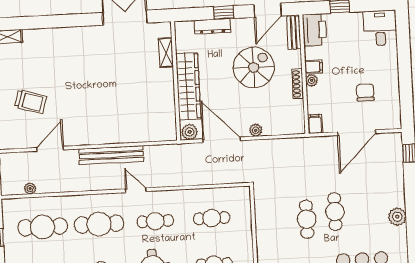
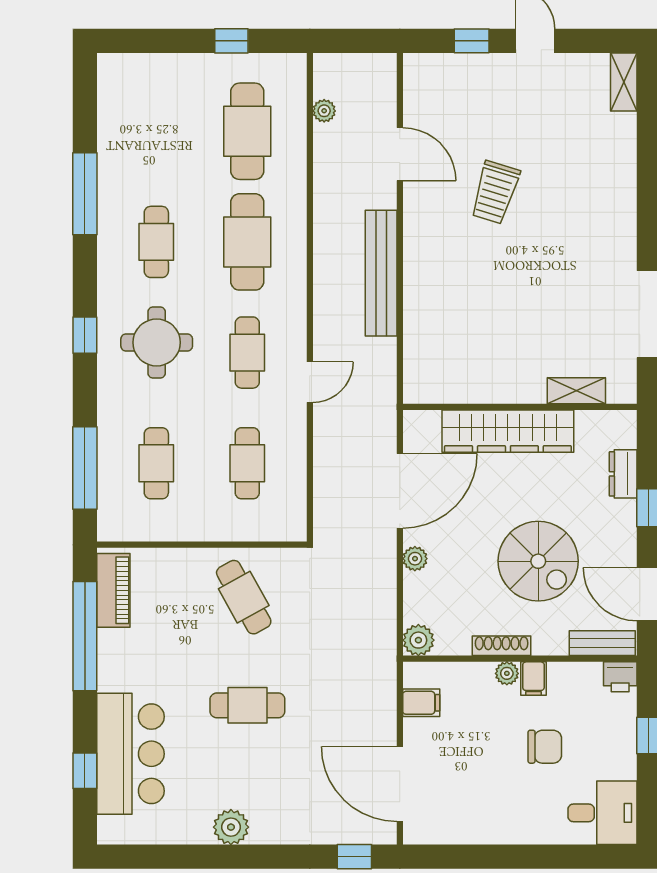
dresser: (212, 26) -> (623, 474), width x0.70
printer: (314, 30) -> (620, 677), width x0.53, depth x0.68
chair: (365, 92) -> (545, 747), moved
trolley: (30, 101) -> (495, 192), moved
filing cabinet: (315, 124) -> (421, 703), moved
plant: (190, 132) -> (418, 640), moved
door: (357, 133) -> (400, 784), moved
door: (136, 190) -> (310, 382), moved
cafe table: (307, 219) -> (244, 597), moved, turned 61

